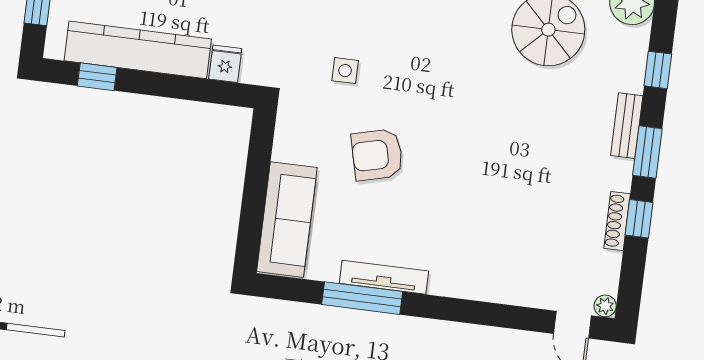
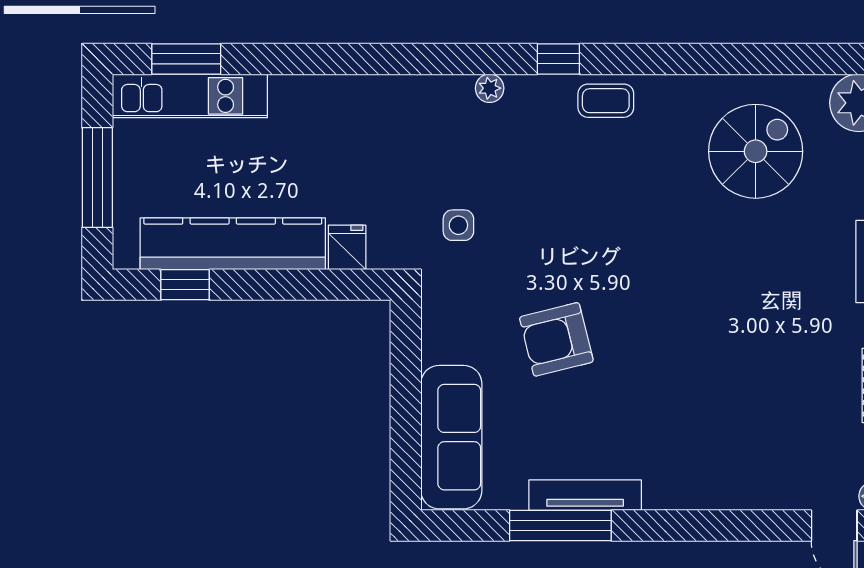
side table: (345, 71) -> (458, 225), moved

